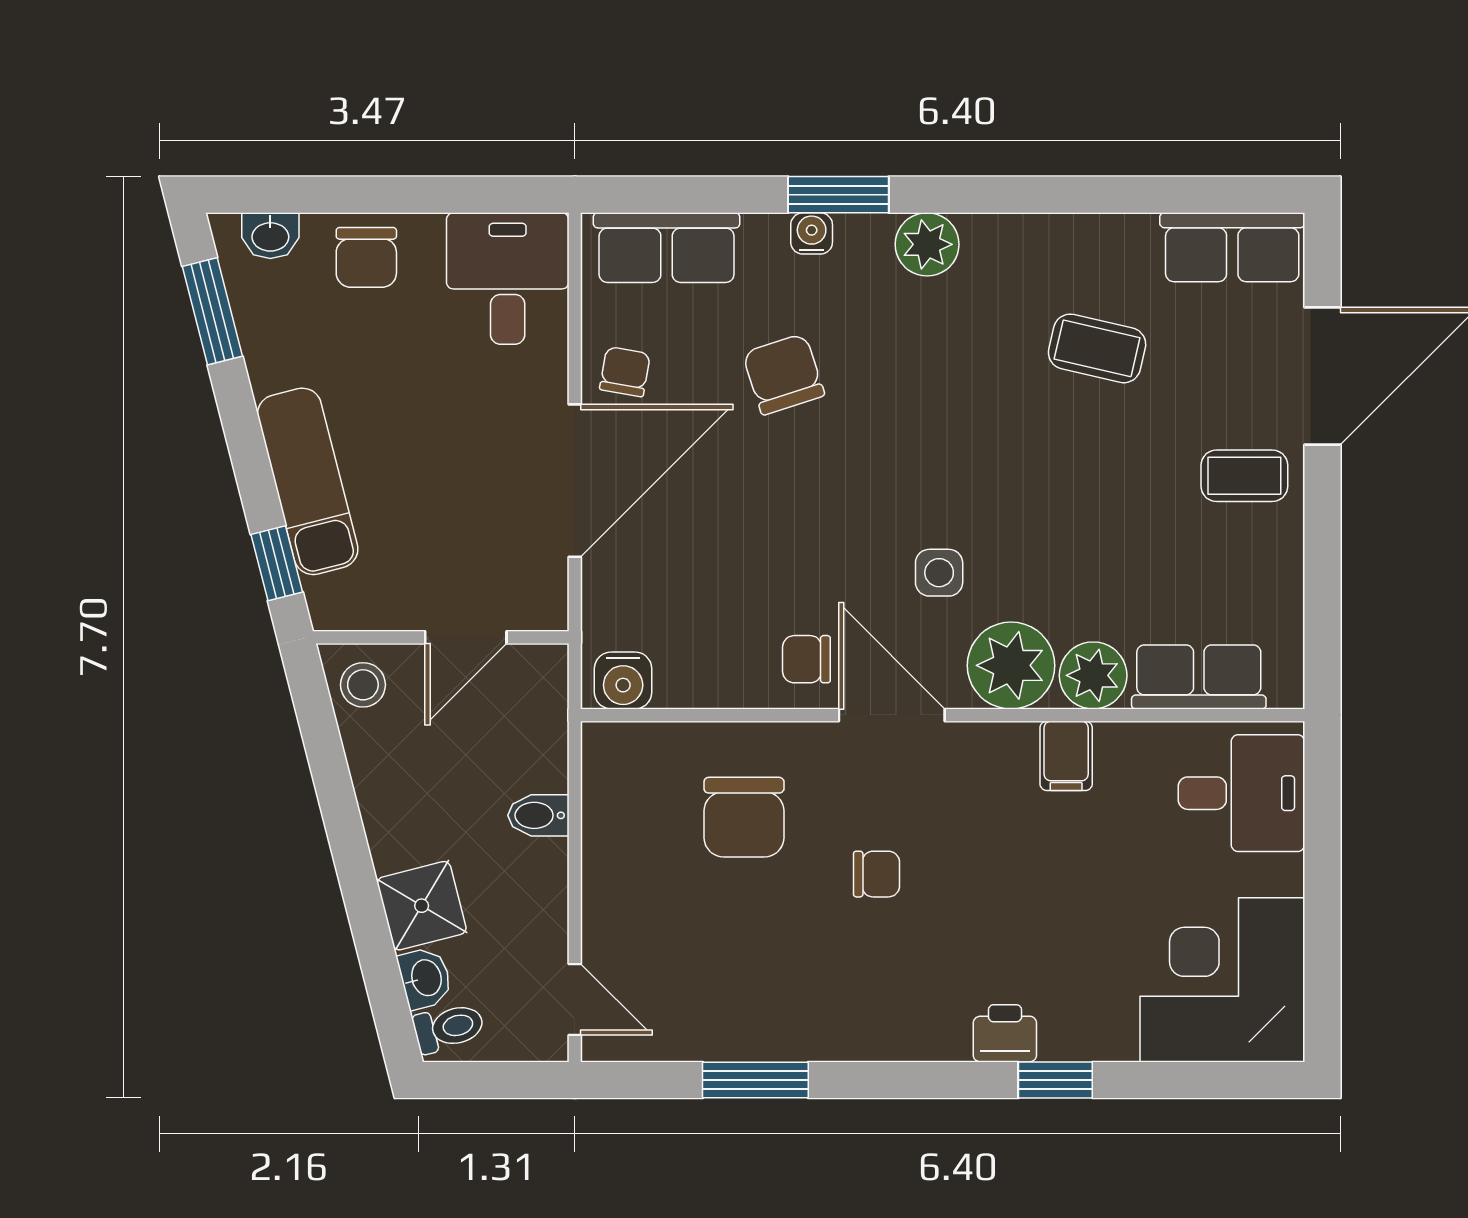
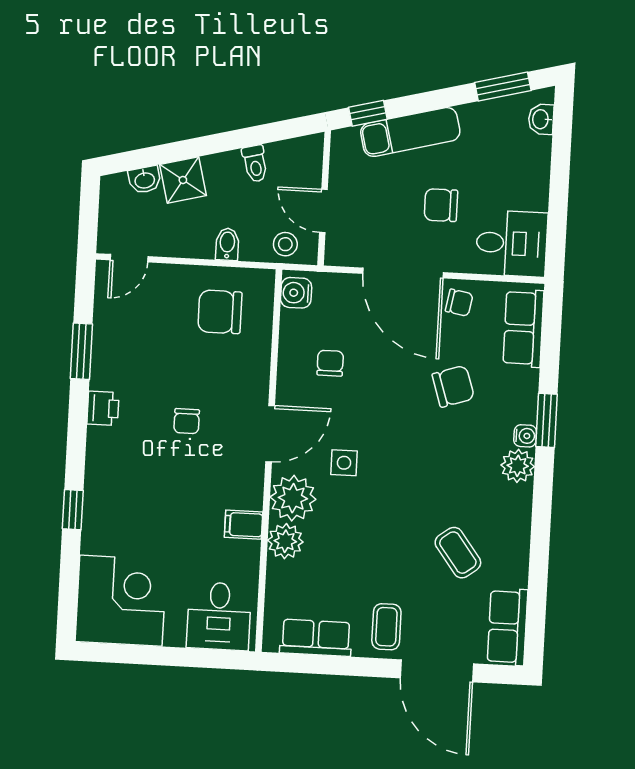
water cooler: (812, 233) -> (525, 436), moved
chair: (366, 257) -> (441, 205), moved
coffee table: (1097, 348) -> (458, 553), turned -50
chair: (806, 659) -> (330, 363), moved
row of seats: (1199, 677) -> (316, 638), moved, turned -90
stool: (363, 685) -> (285, 244), moved
chair: (744, 817) -> (220, 312), moved
toilet: (449, 1028) -> (255, 164), moved
printer: (1005, 1033) -> (103, 408), moved

